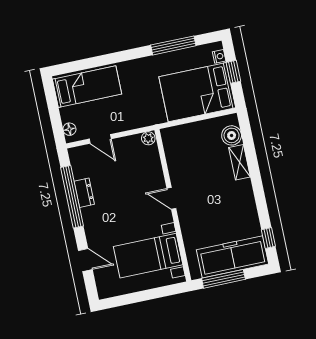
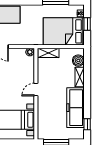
shelving: (179, 133) -> (48, 53), added
door: (171, 198) -> (36, 90), hinge flipped
freezer: (233, 257) -> (75, 108), moved, turned -90

